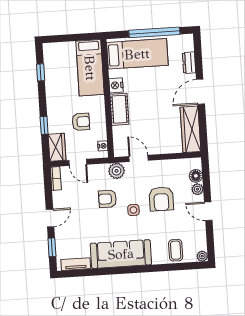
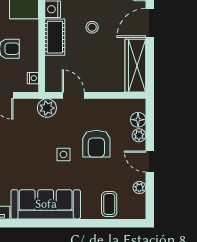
stool: (151, 99) -> (92, 27), added
armchair: (107, 199) -> (34, 140), removed
plant: (202, 256) -> (139, 188), moved

